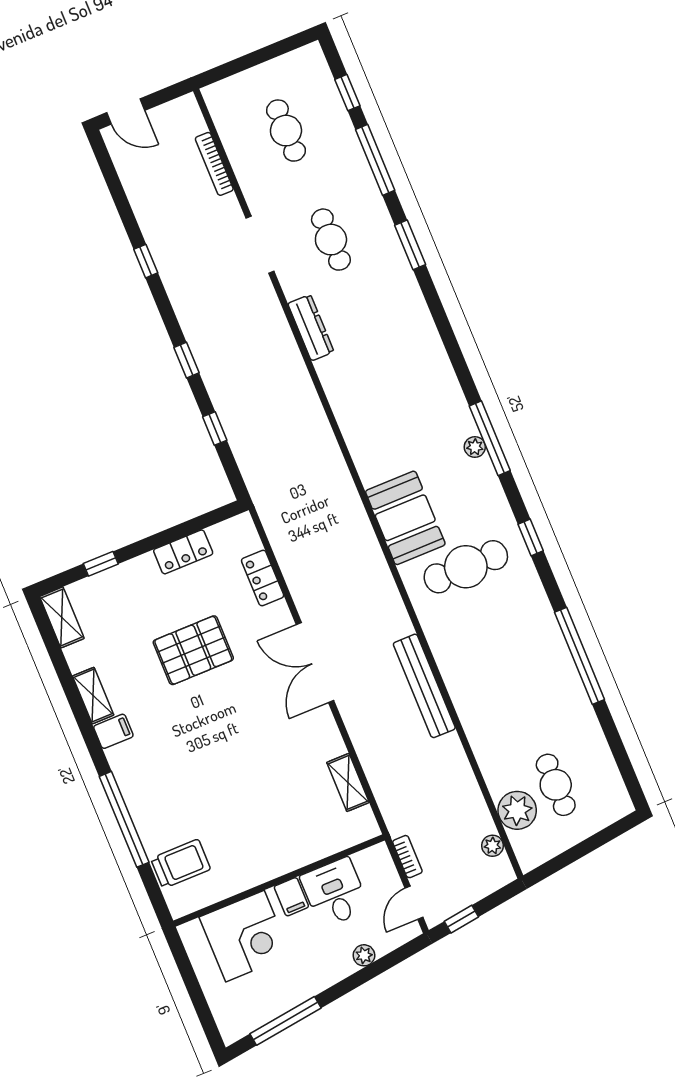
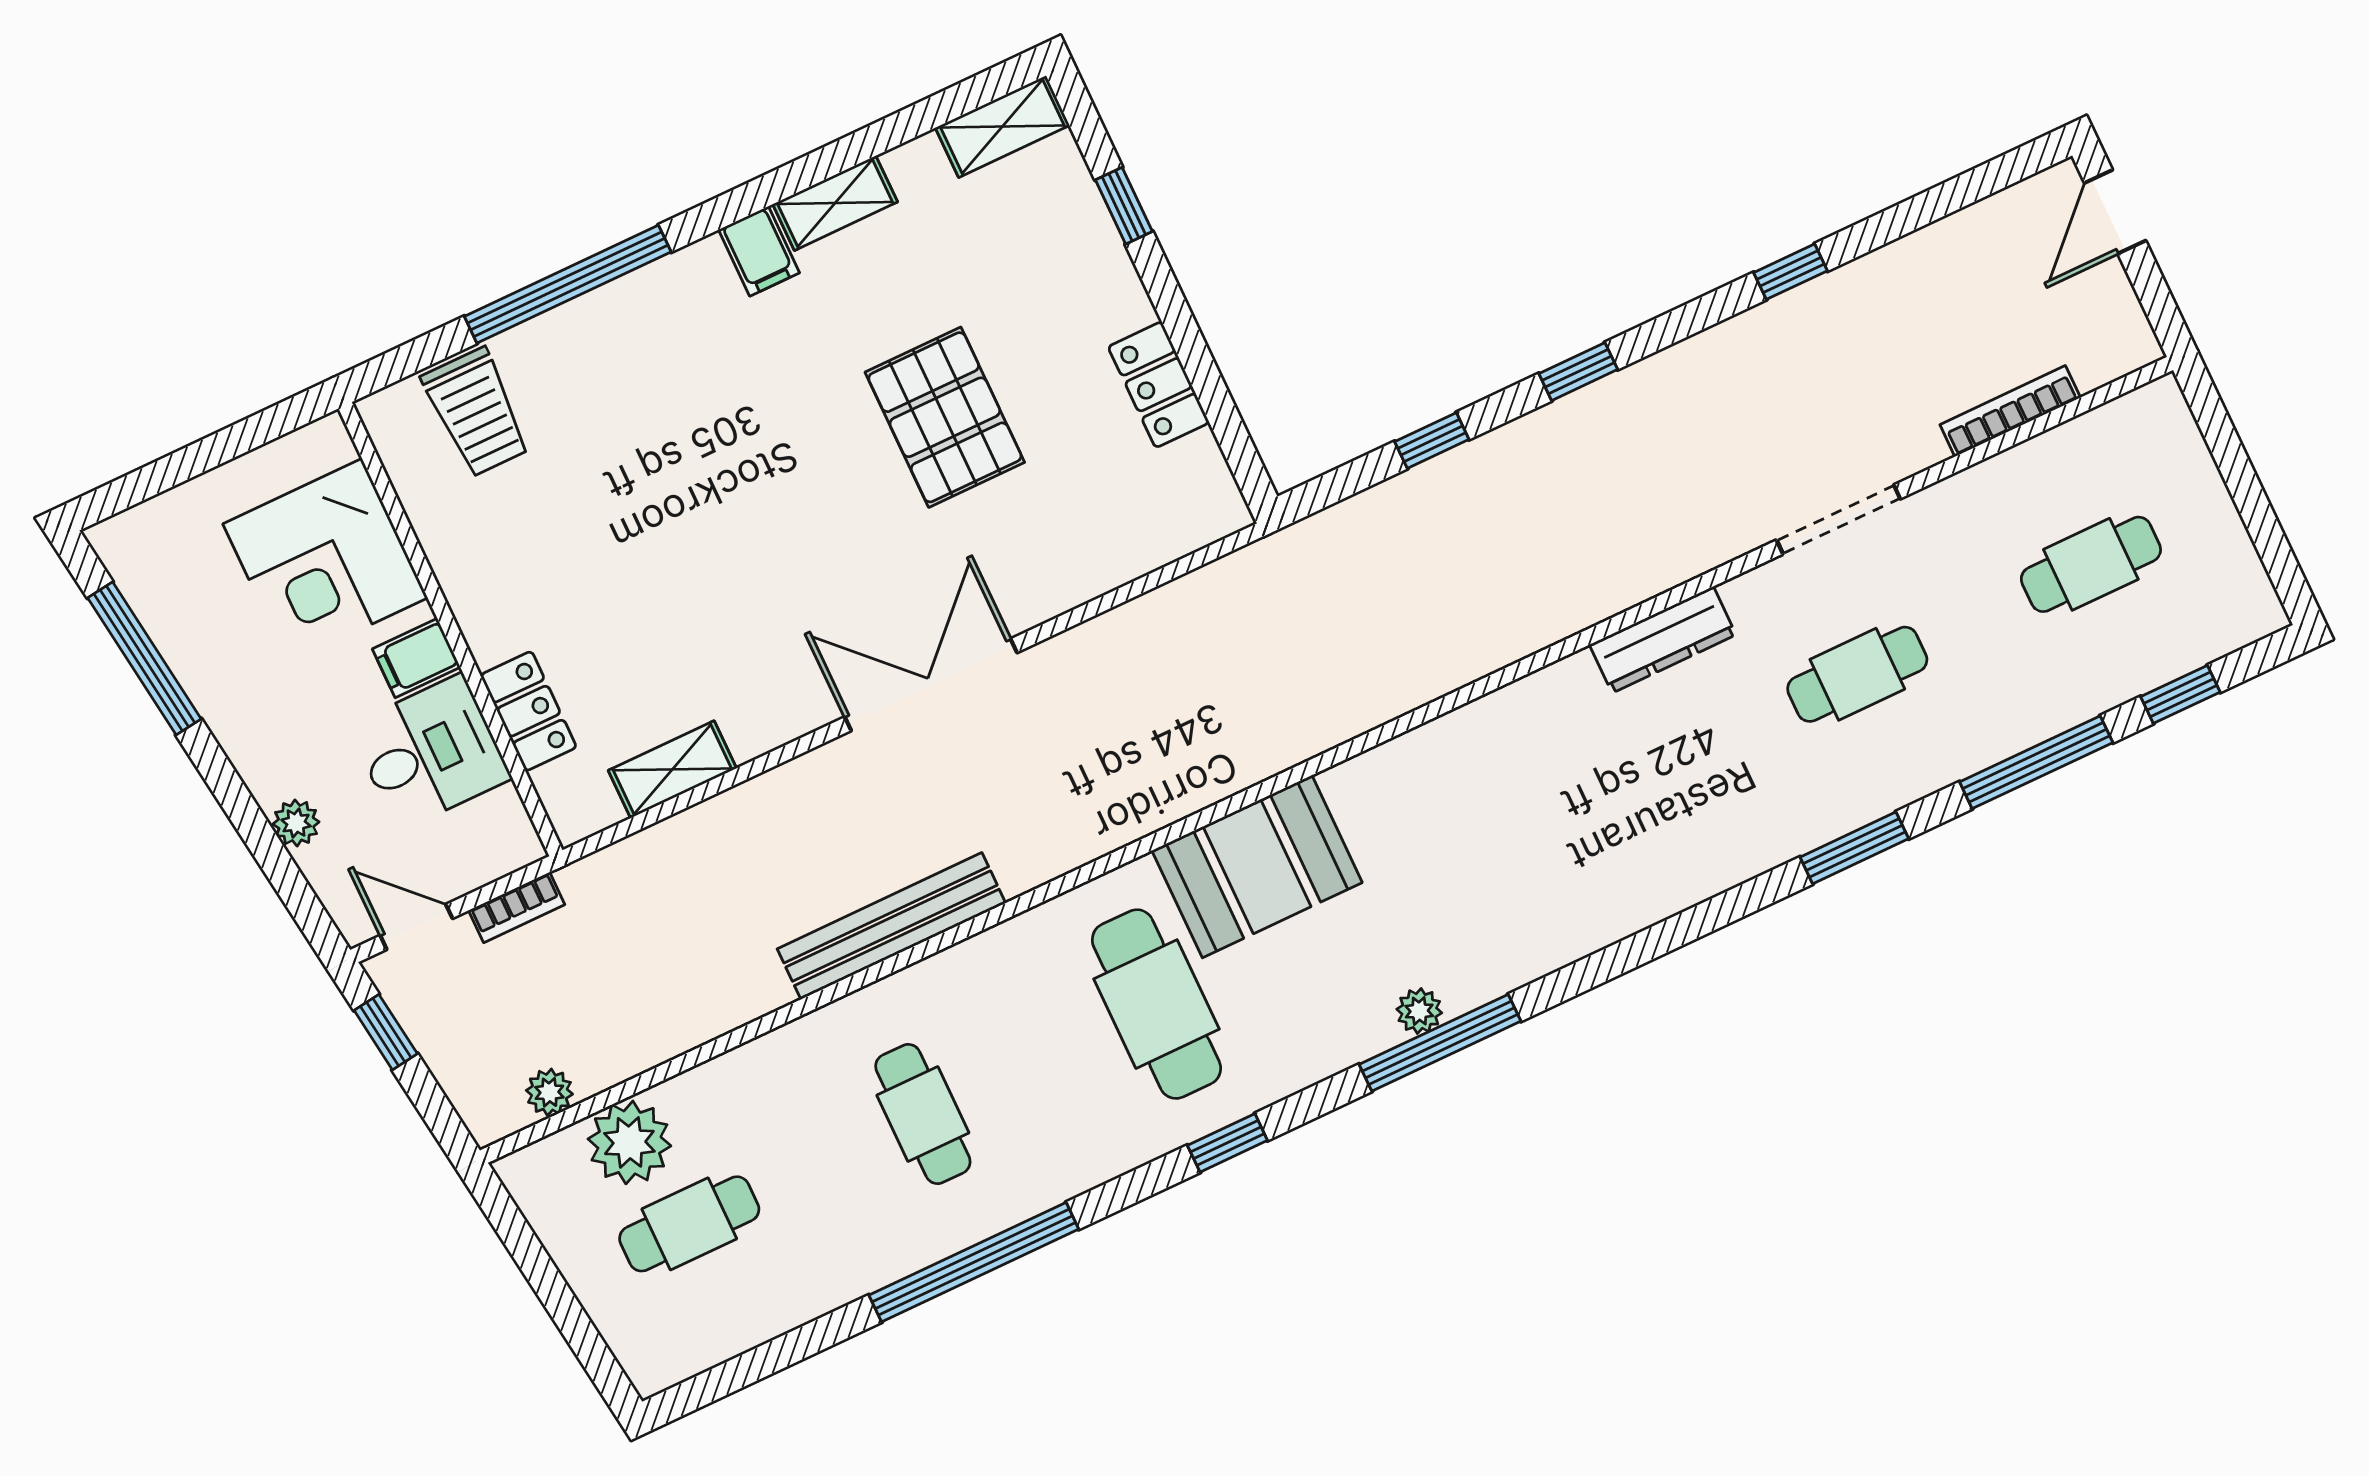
locker: (263, 578) -> (528, 711), moved, turned 90
cafe table: (511, 676) -> (923, 1114), added

